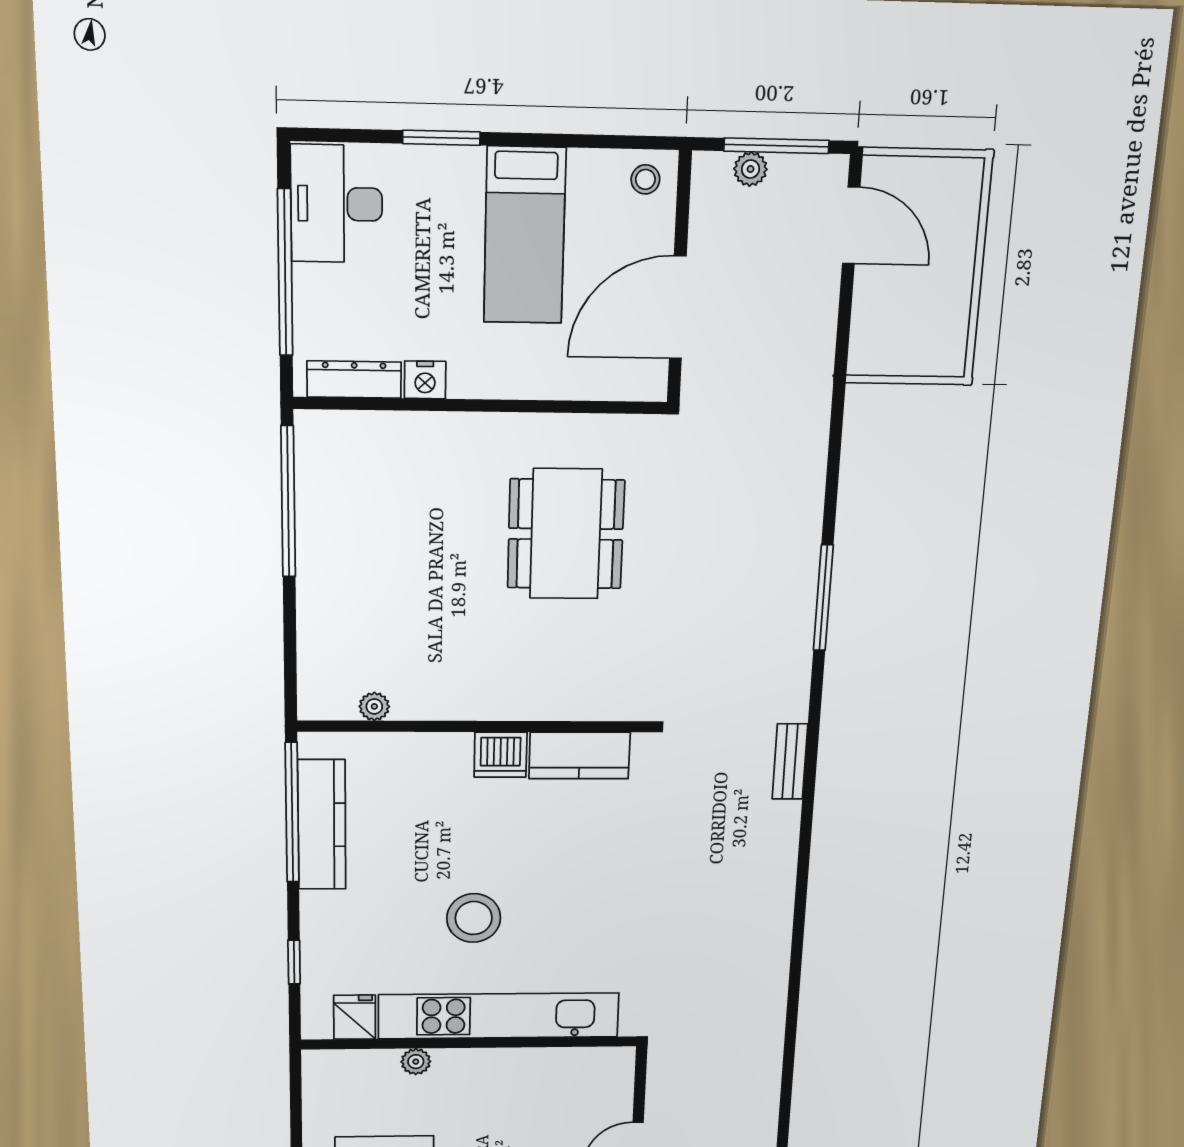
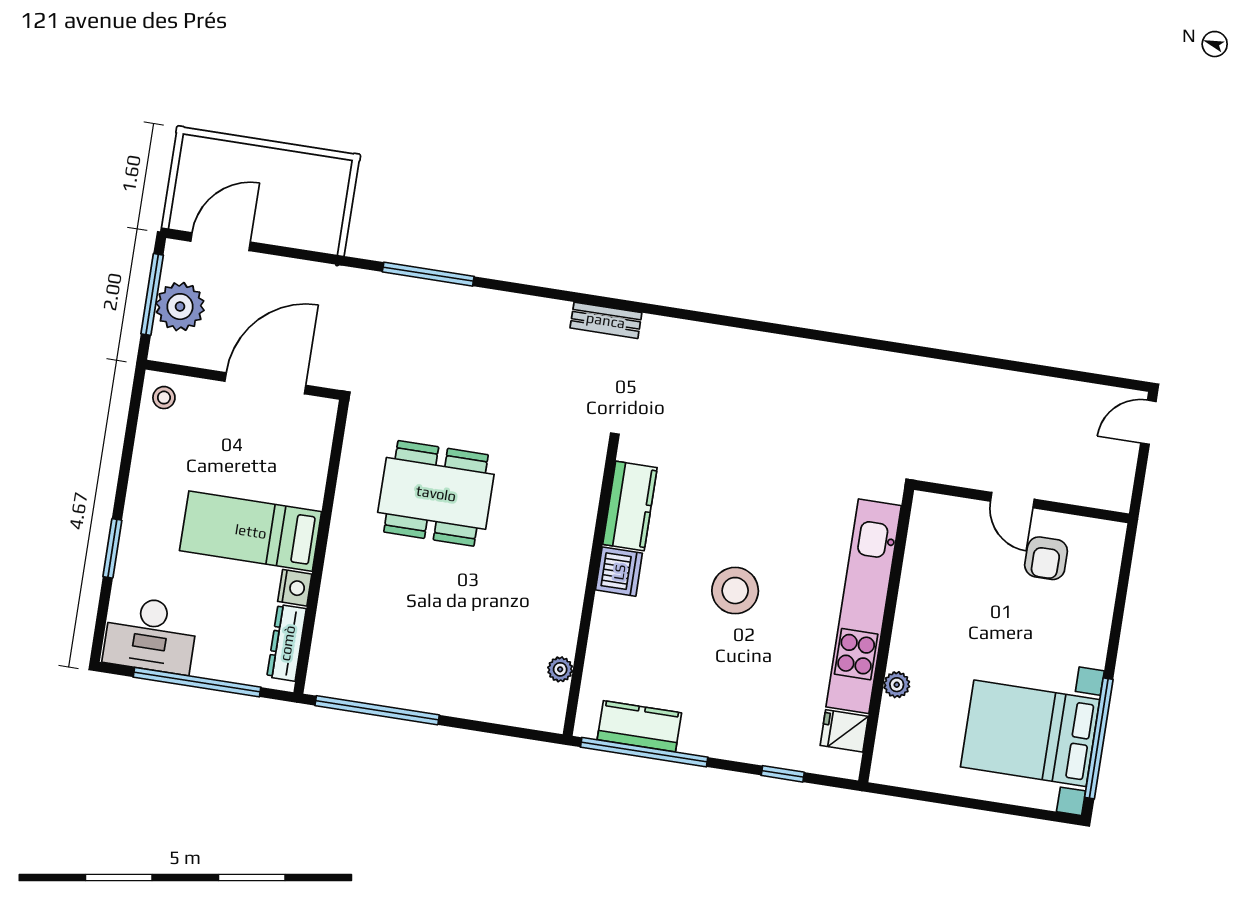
plant: (750, 169) -> (180, 307), width x1.88, depth x1.88
bed: (525, 236) -> (251, 531), moved, turned 180
door: (678, 307) -> (265, 383), swing flipped
window: (823, 598) -> (428, 274), moved
bench: (790, 762) -> (606, 320), moved
kitchen counter: (322, 825) -> (639, 726), width x0.67
stool: (474, 918) -> (735, 591), moved

